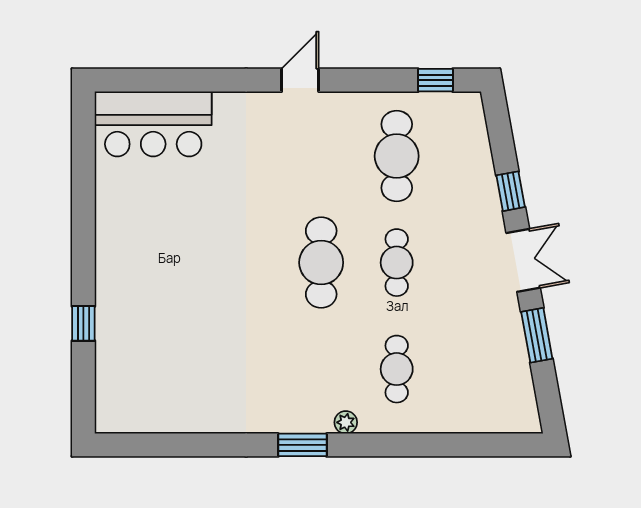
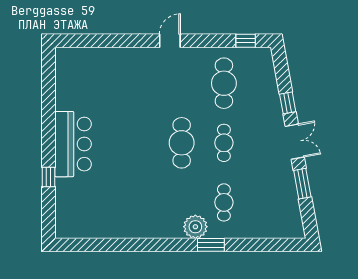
bar counter: (153, 124) -> (73, 144), moved, turned -90
plant: (346, 422) -> (195, 227), width x1.87, depth x1.87
window: (302, 445) -> (211, 245), moved

